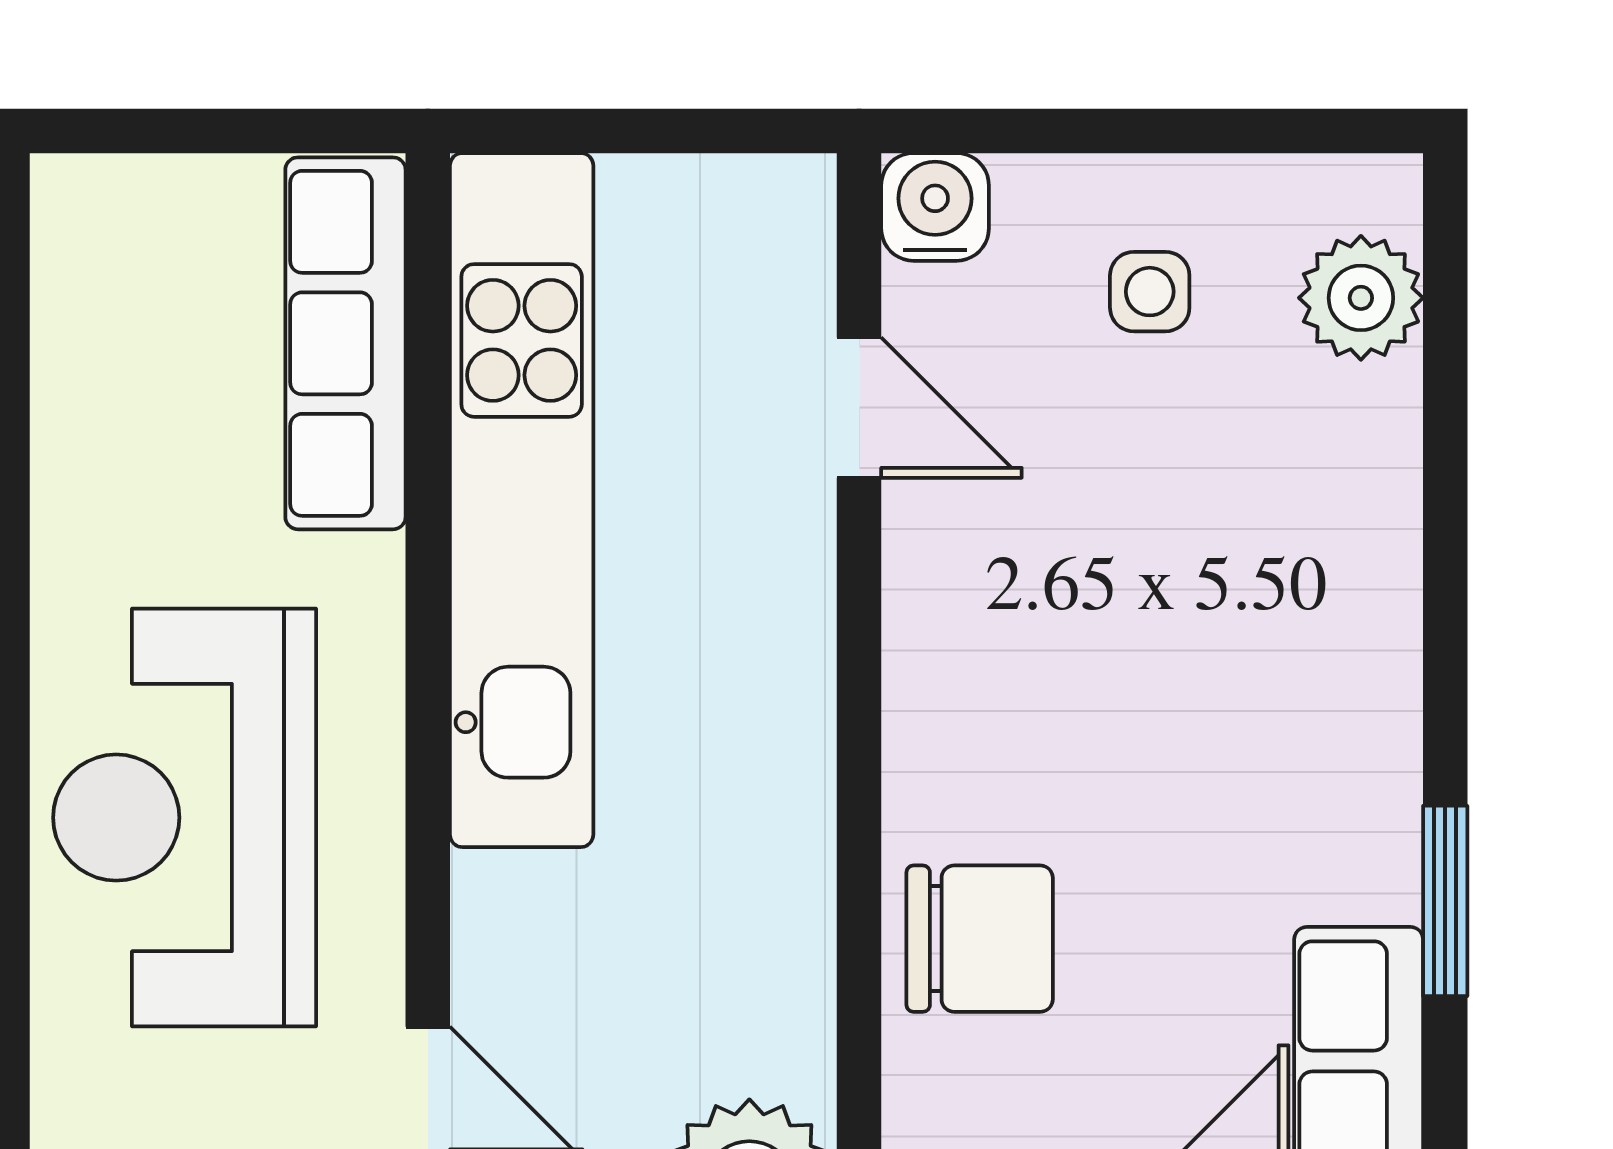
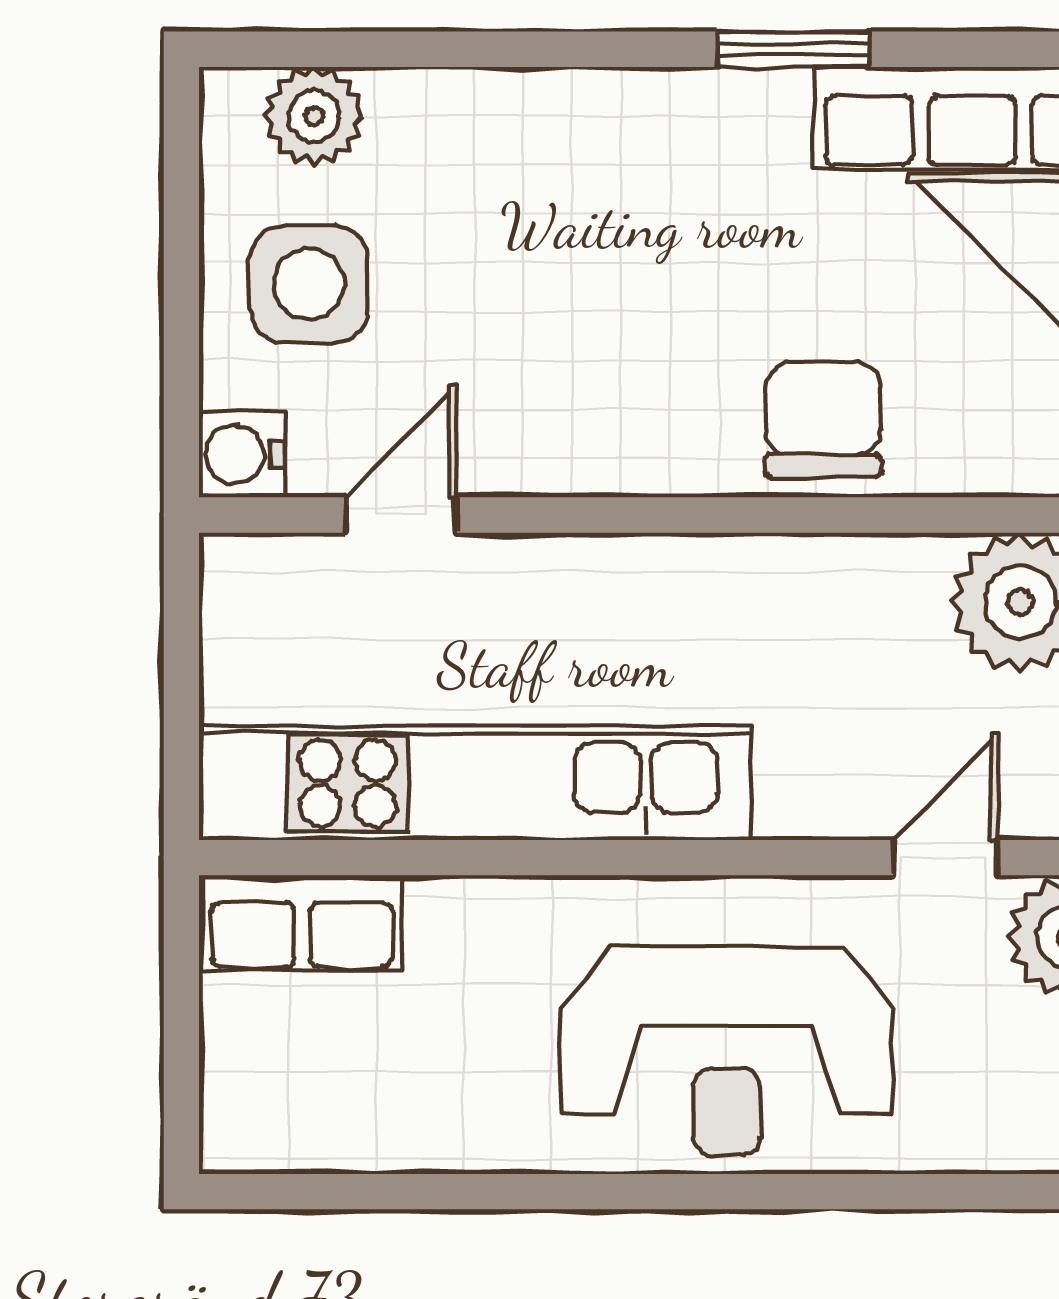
side table: (1150, 292) -> (309, 284), width x1.87, depth x1.87
row of seats: (345, 343) -> (302, 923), width x0.68

